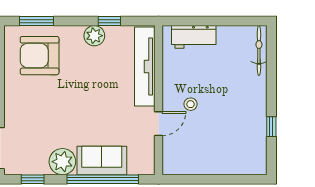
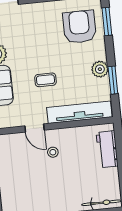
window: (109, 21) -> (113, 80), width x1.50
coffee table: (101, 104) -> (46, 80), added

